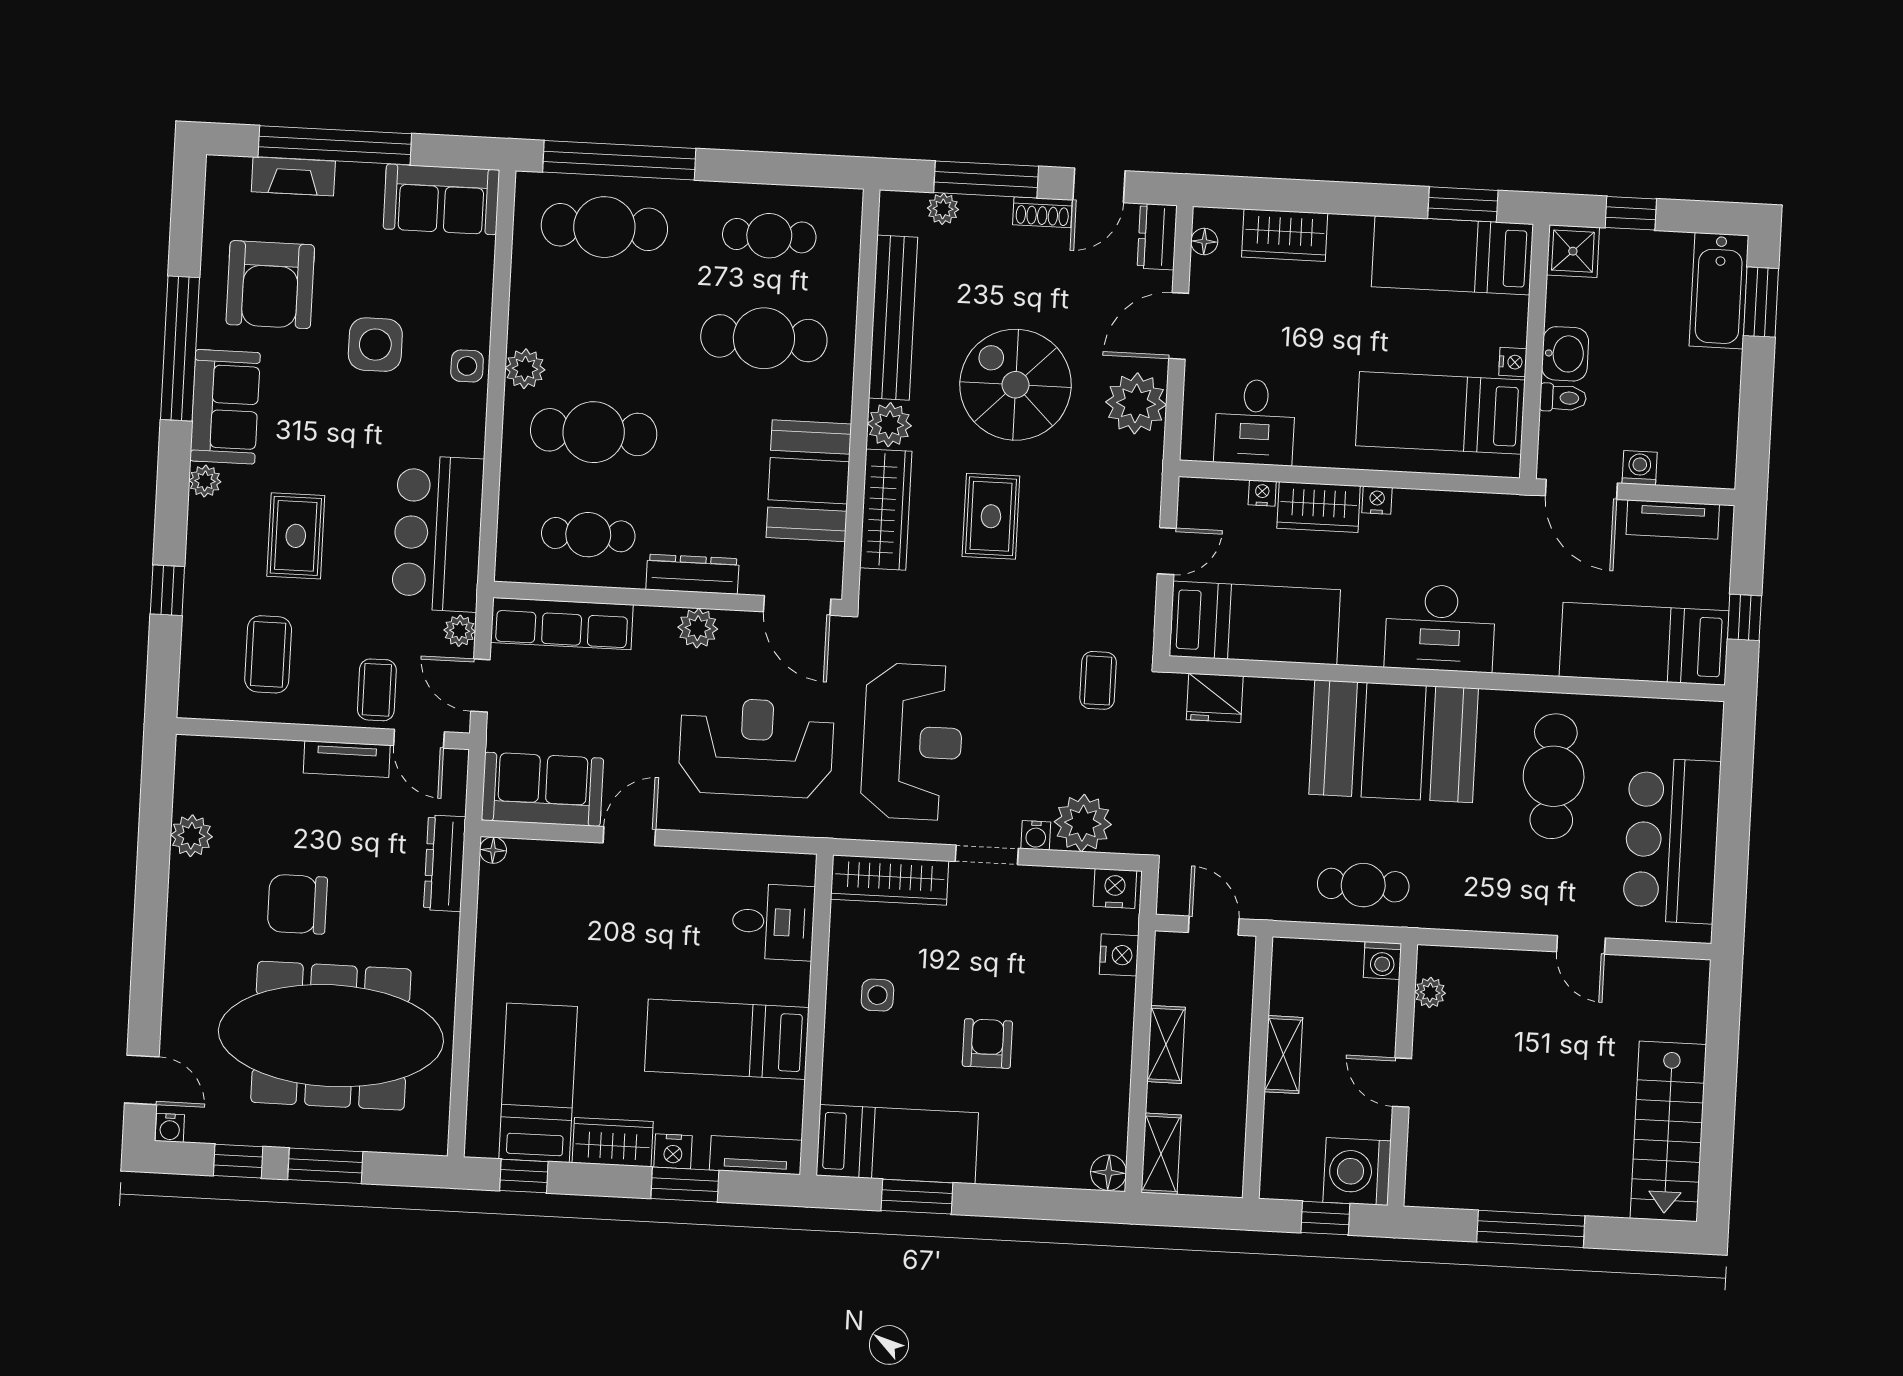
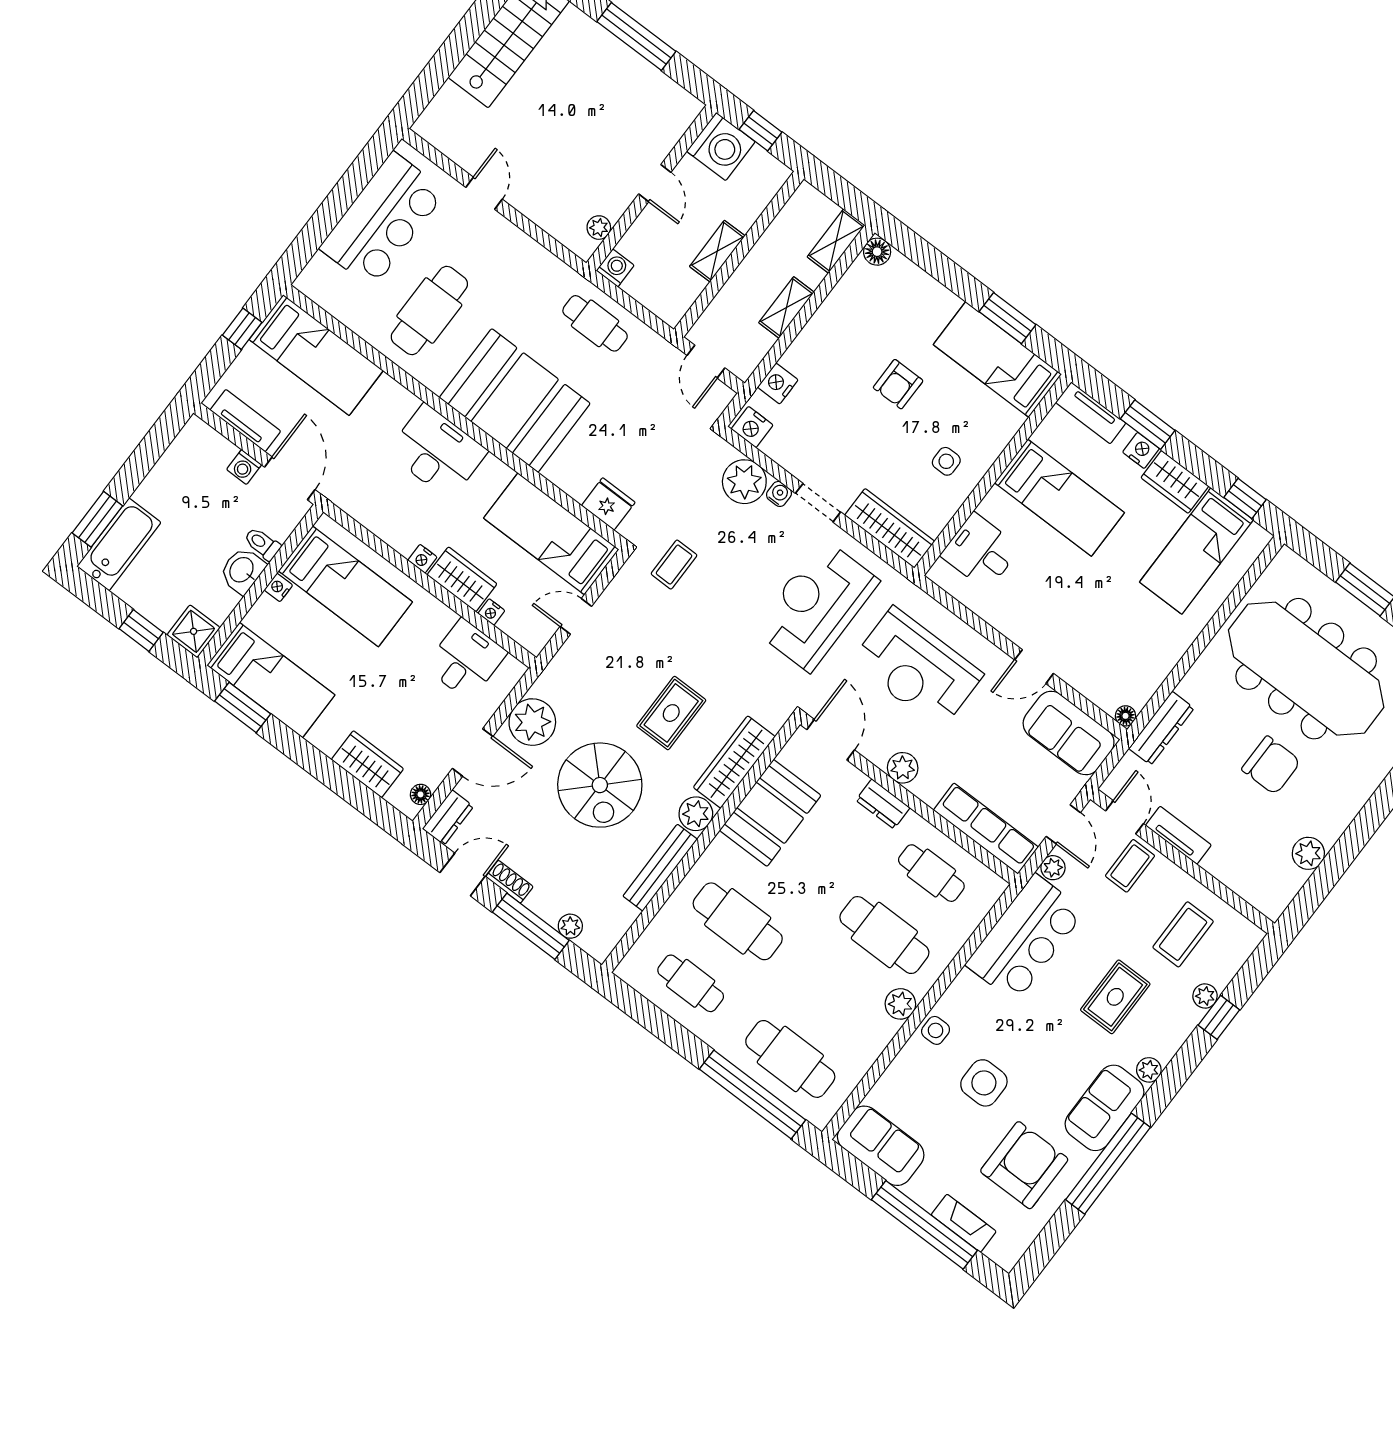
bench: (893, 318) -> (660, 868), width x0.73, depth x0.82
dresser: (692, 574) -> (883, 804), width x0.70
plant: (198, 603) -> (1205, 996), added

